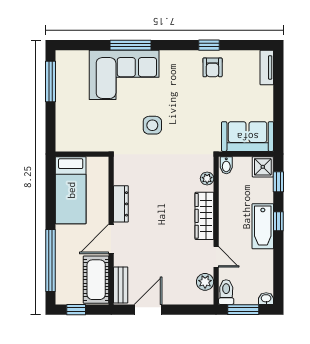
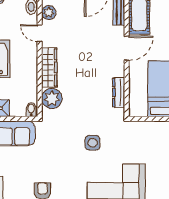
plant: (207, 179) -> (52, 98), width x1.88, depth x1.88
dresser: (121, 204) -> (119, 92), moved

